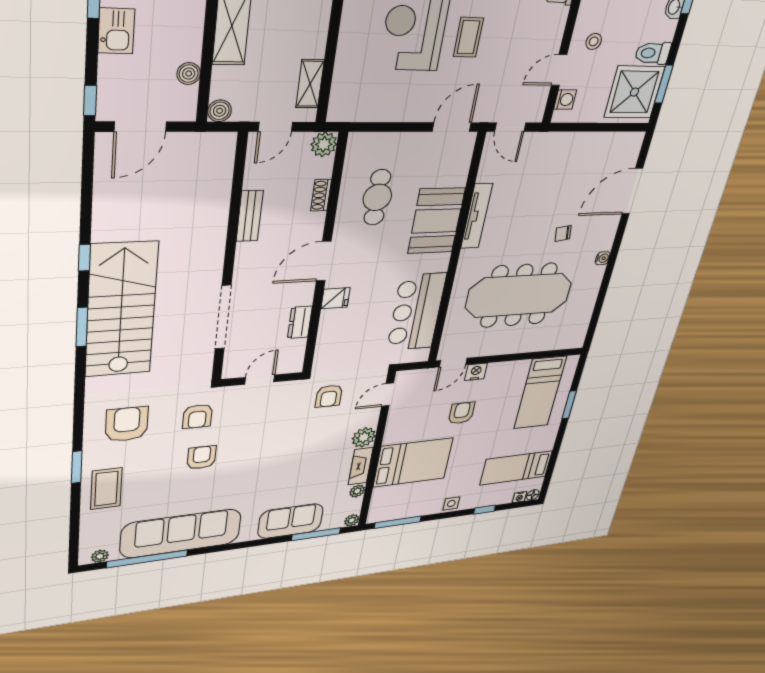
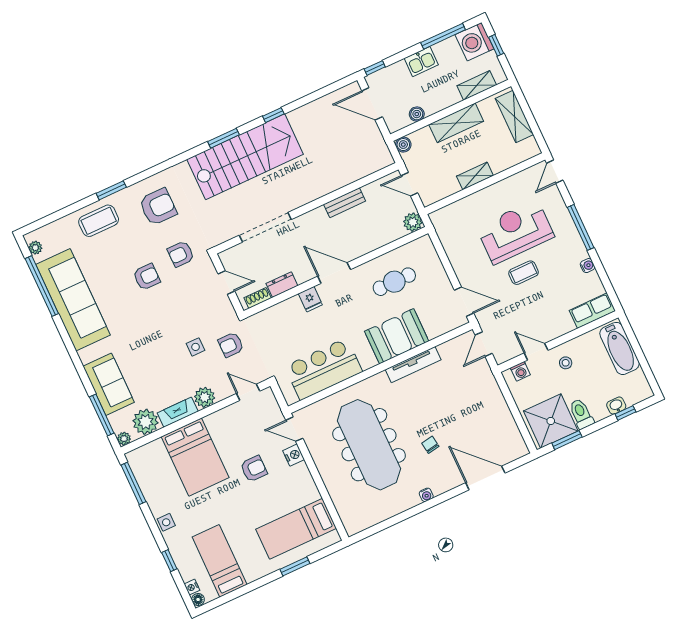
shelving: (310, 84) -> (475, 176), moved
shoe rack: (321, 195) -> (258, 298), moved
side table: (308, 431) -> (196, 347), added
plant: (357, 491) -> (146, 422), width x1.88, depth x1.88

